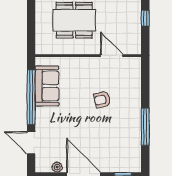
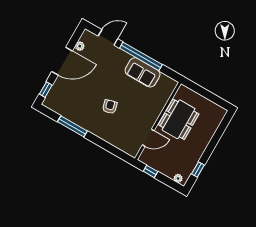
wall: (88, 56) -> (158, 121), moved
door: (112, 56) -> (148, 138), moved

